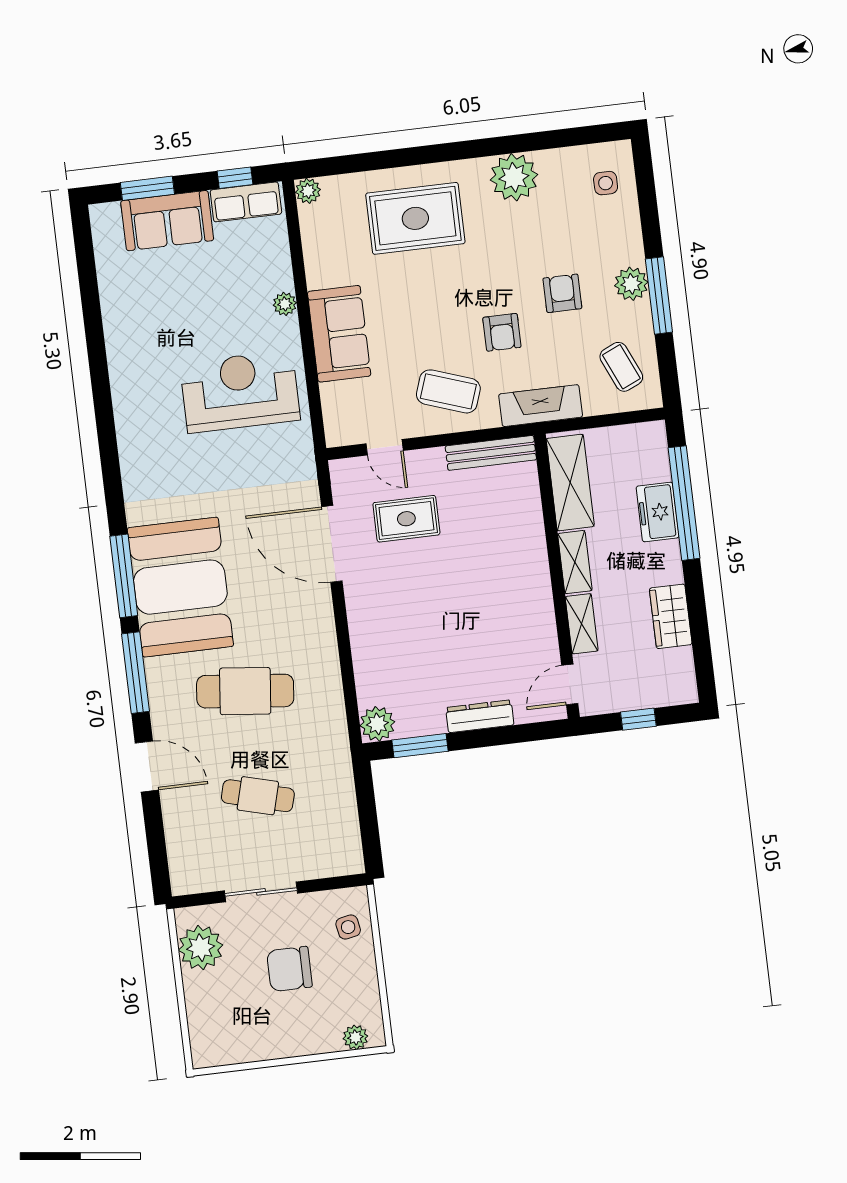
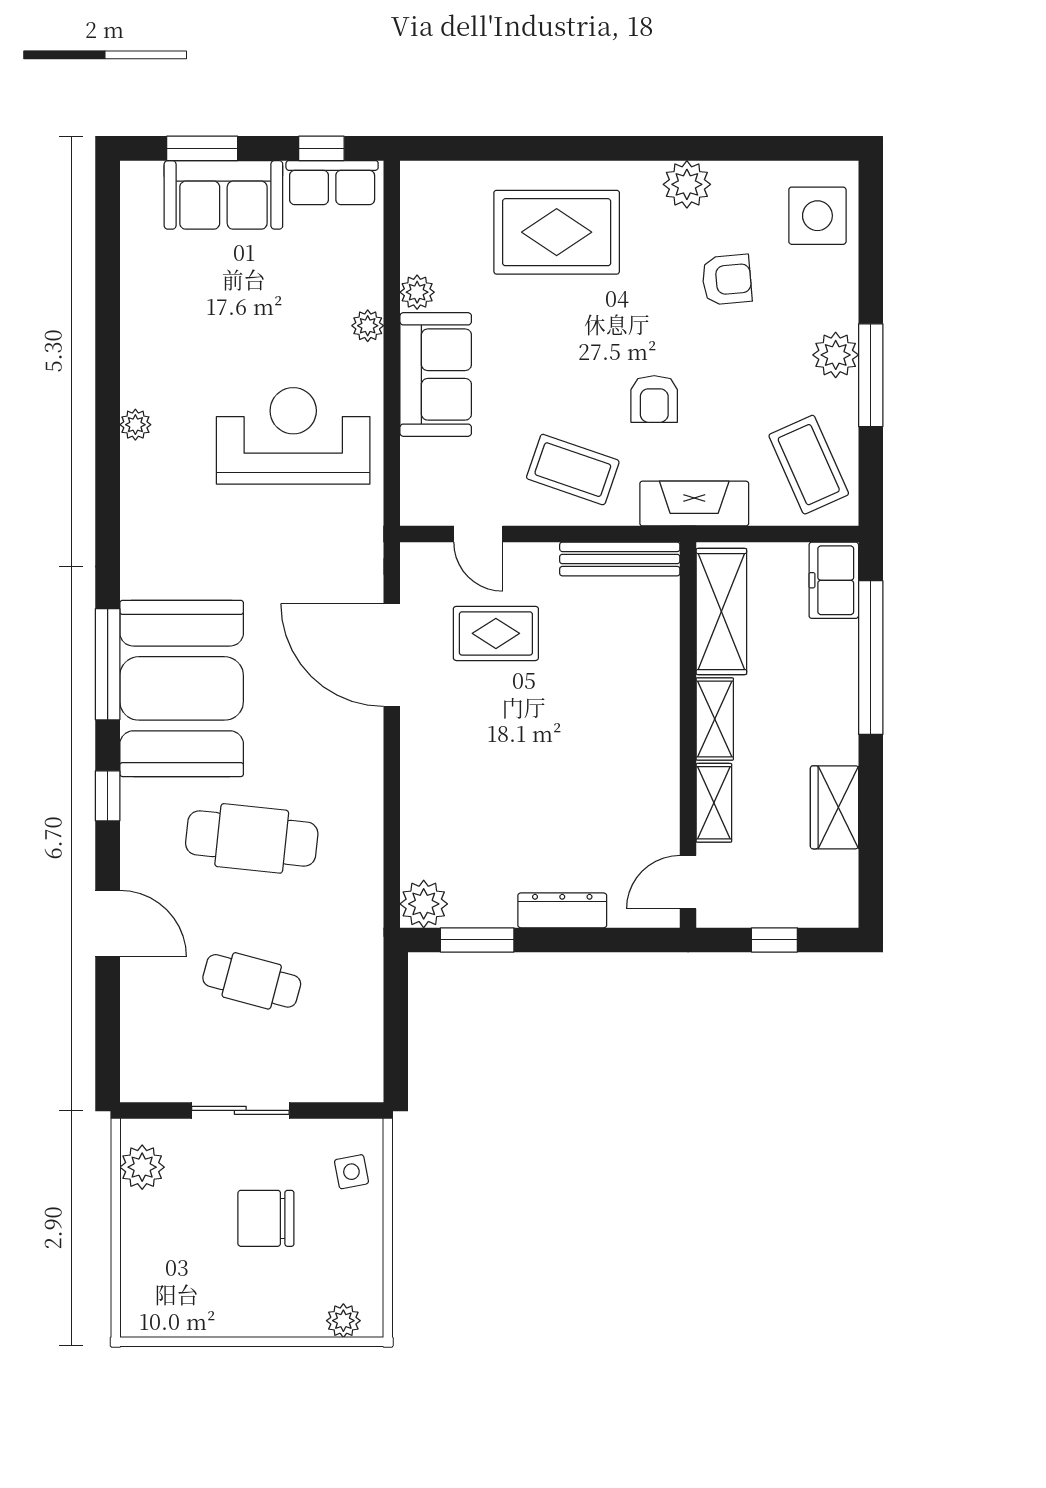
plant: (514, 177) -> (687, 184), width x0.73, depth x0.73
side table: (606, 183) -> (817, 216), width x1.87, depth x1.87
plant: (308, 191) -> (417, 292), moved
armchair: (562, 293) -> (727, 280), moved, turned 85
coffee table: (621, 367) -> (809, 465), width x1.36, depth x1.30
plant: (123, 397) -> (135, 425), added
freezer: (658, 512) -> (834, 580), moved
window: (136, 673) -> (108, 796), width x0.46
plant: (201, 948) -> (142, 1167), width x0.73, depth x0.73

